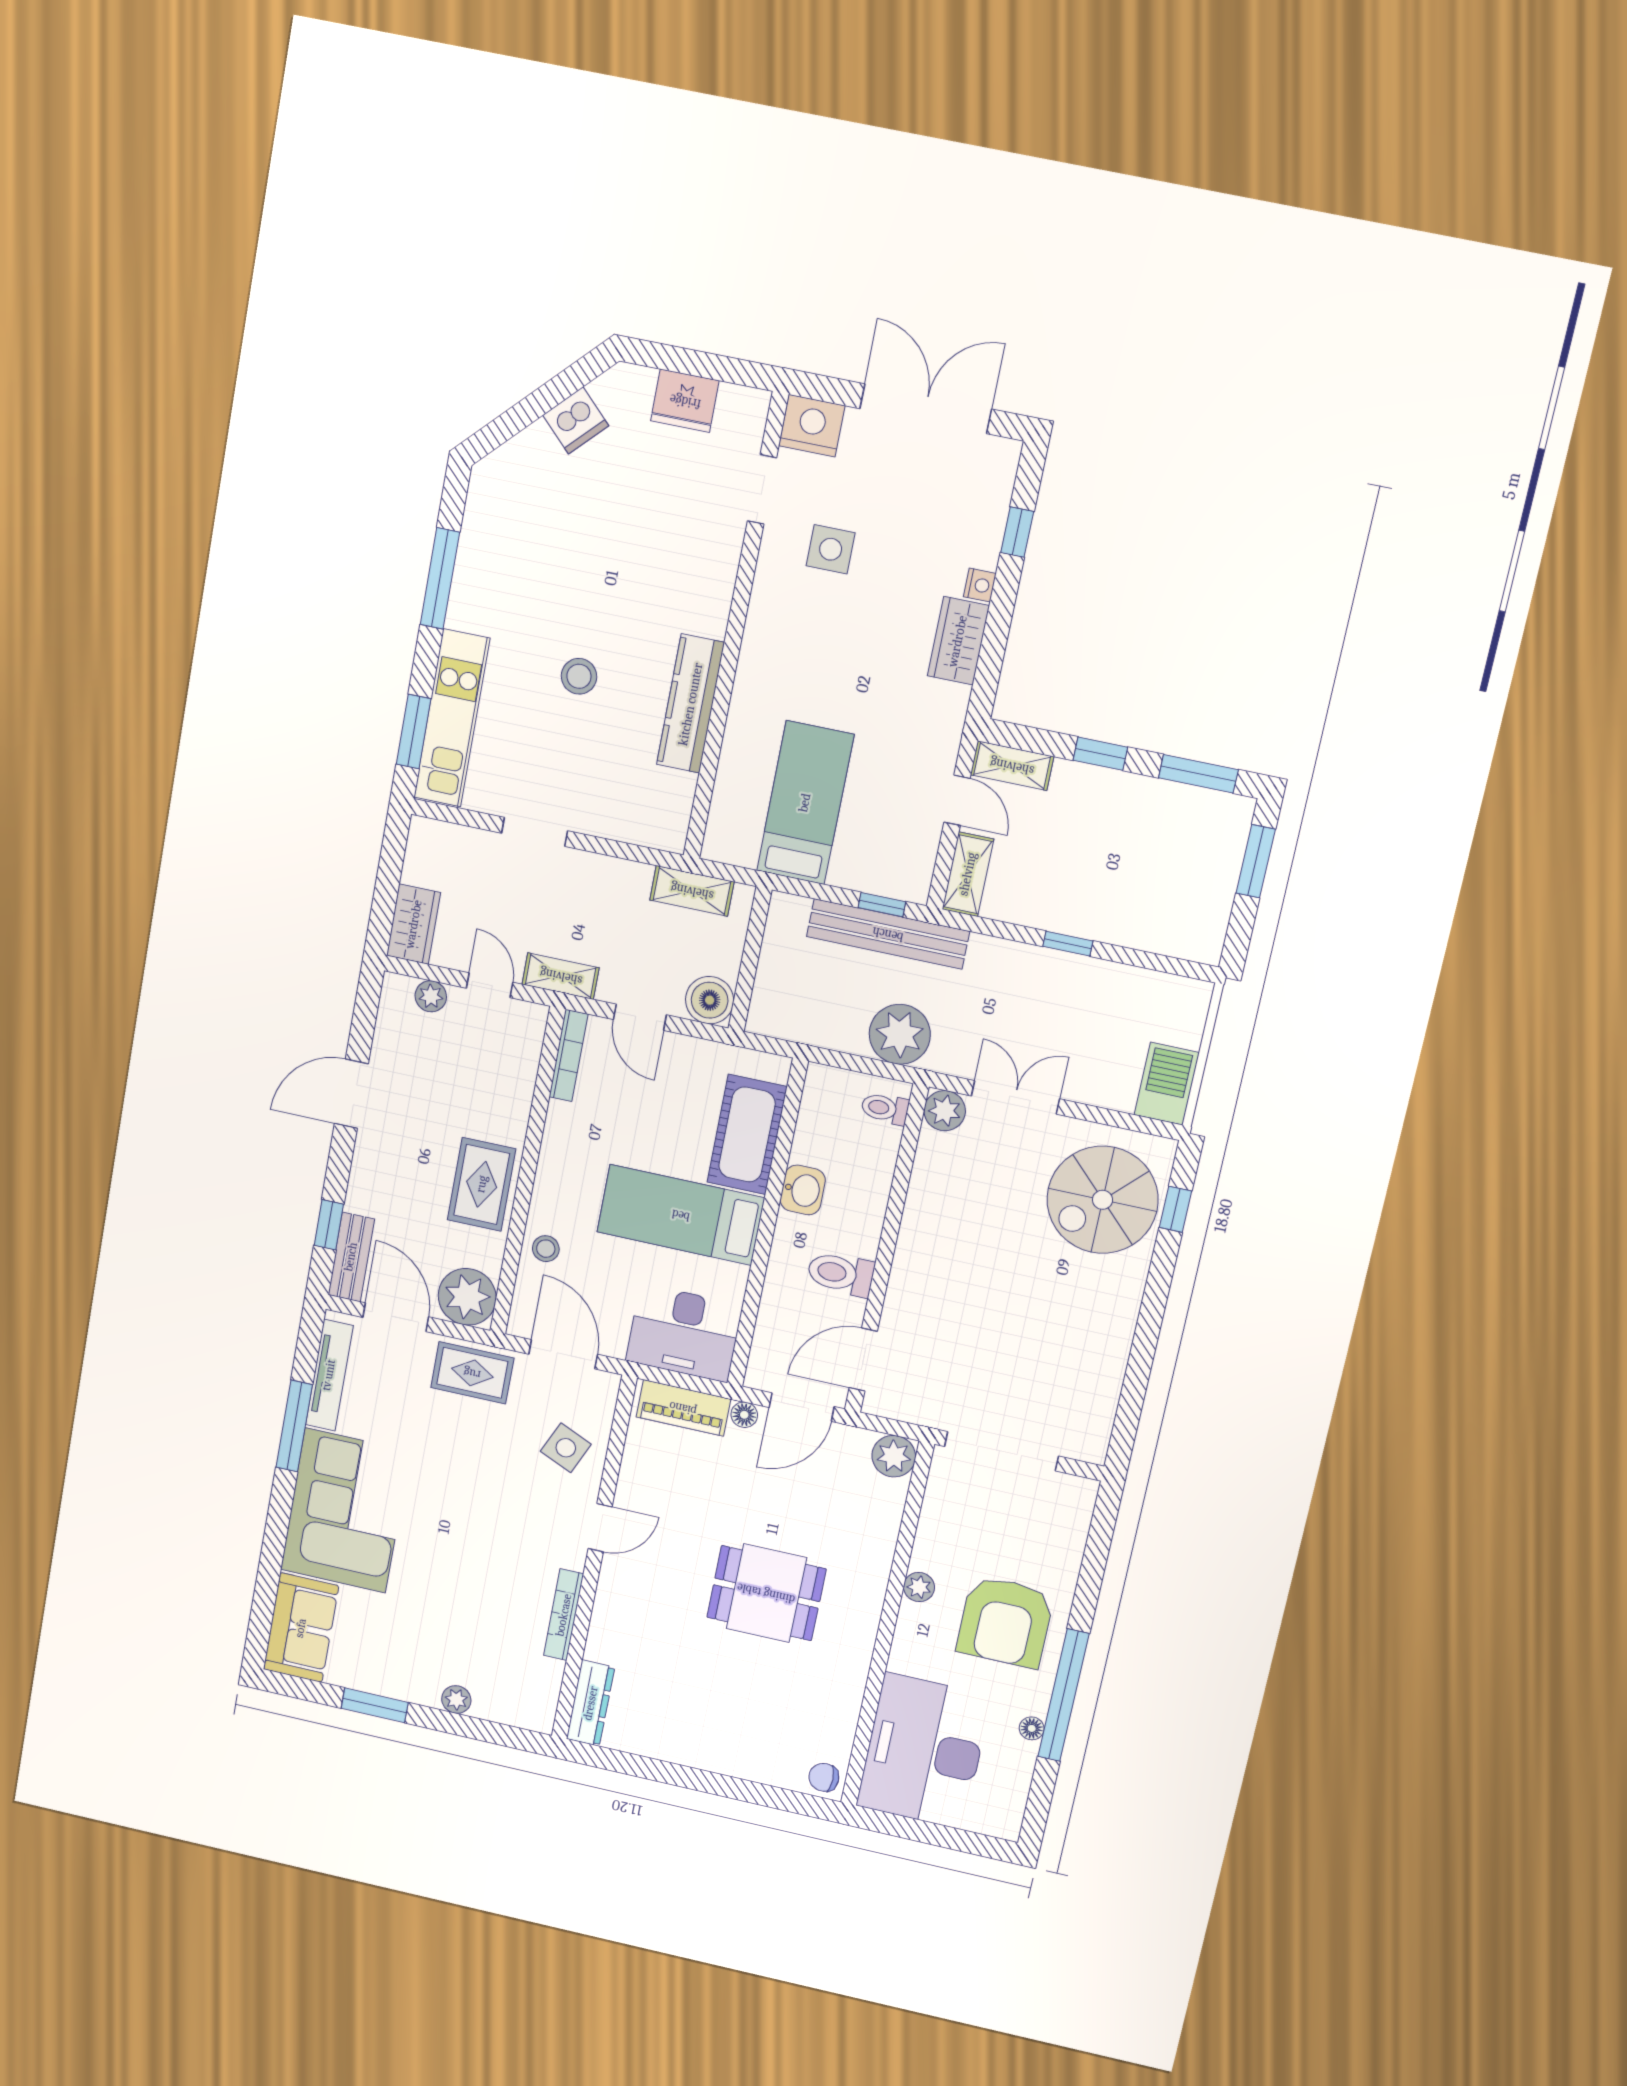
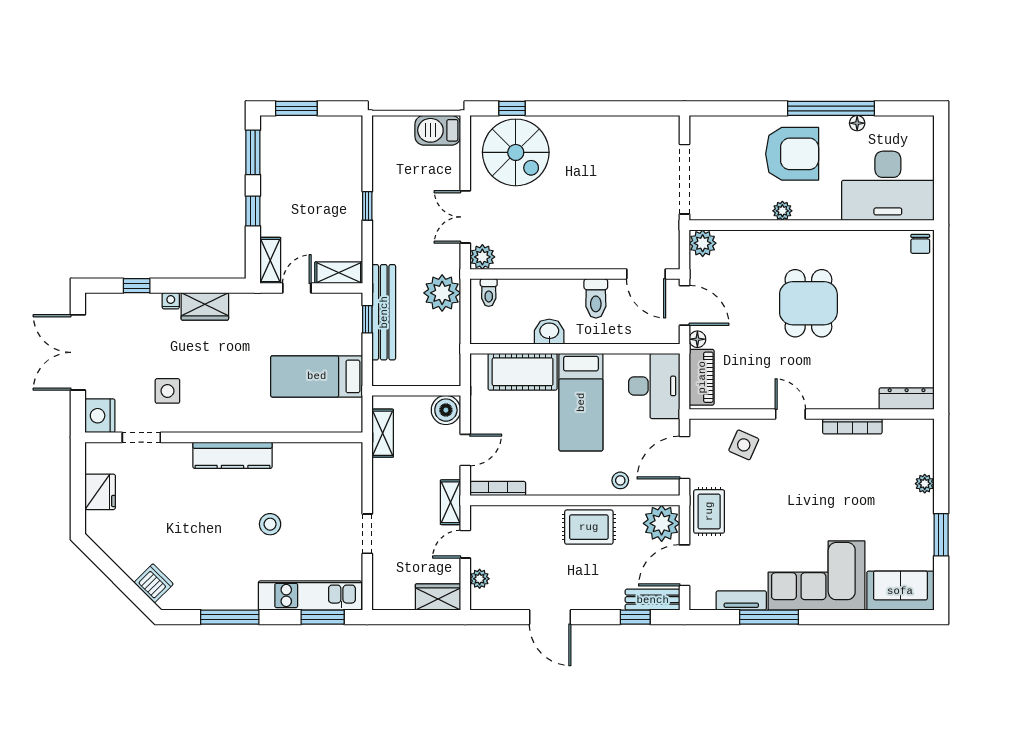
dishwasher: (576, 421) -> (154, 583), moved
kitchen counter: (691, 704) -> (232, 455), moved
tv unit: (329, 1375) -> (741, 600), width x0.71

